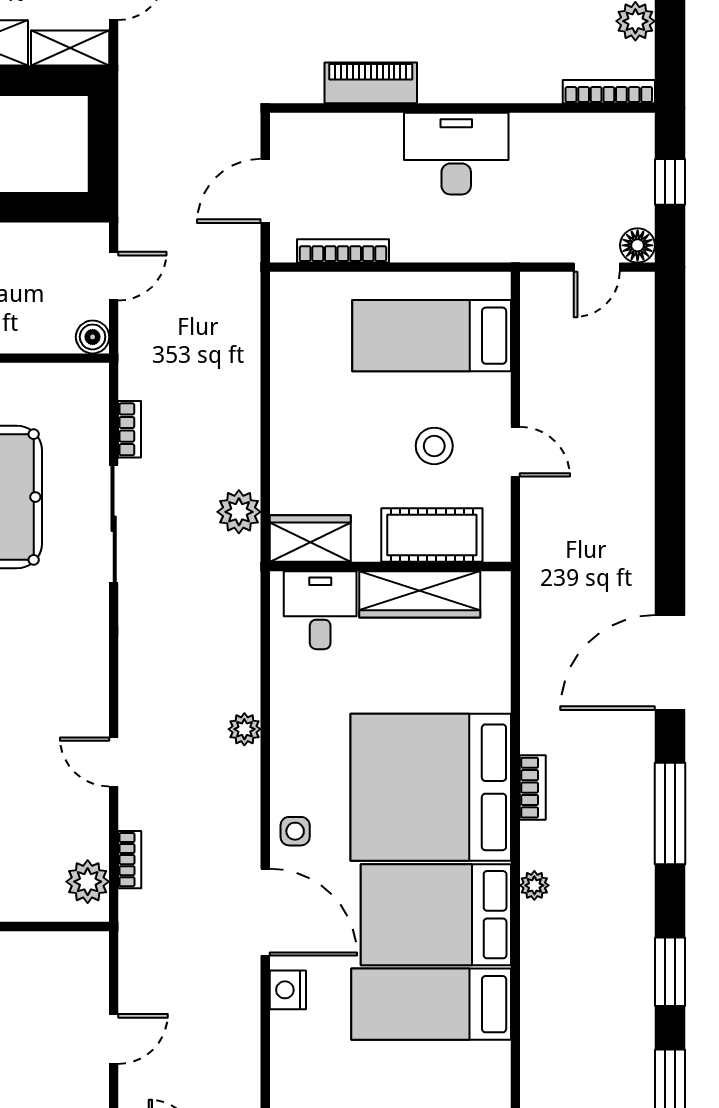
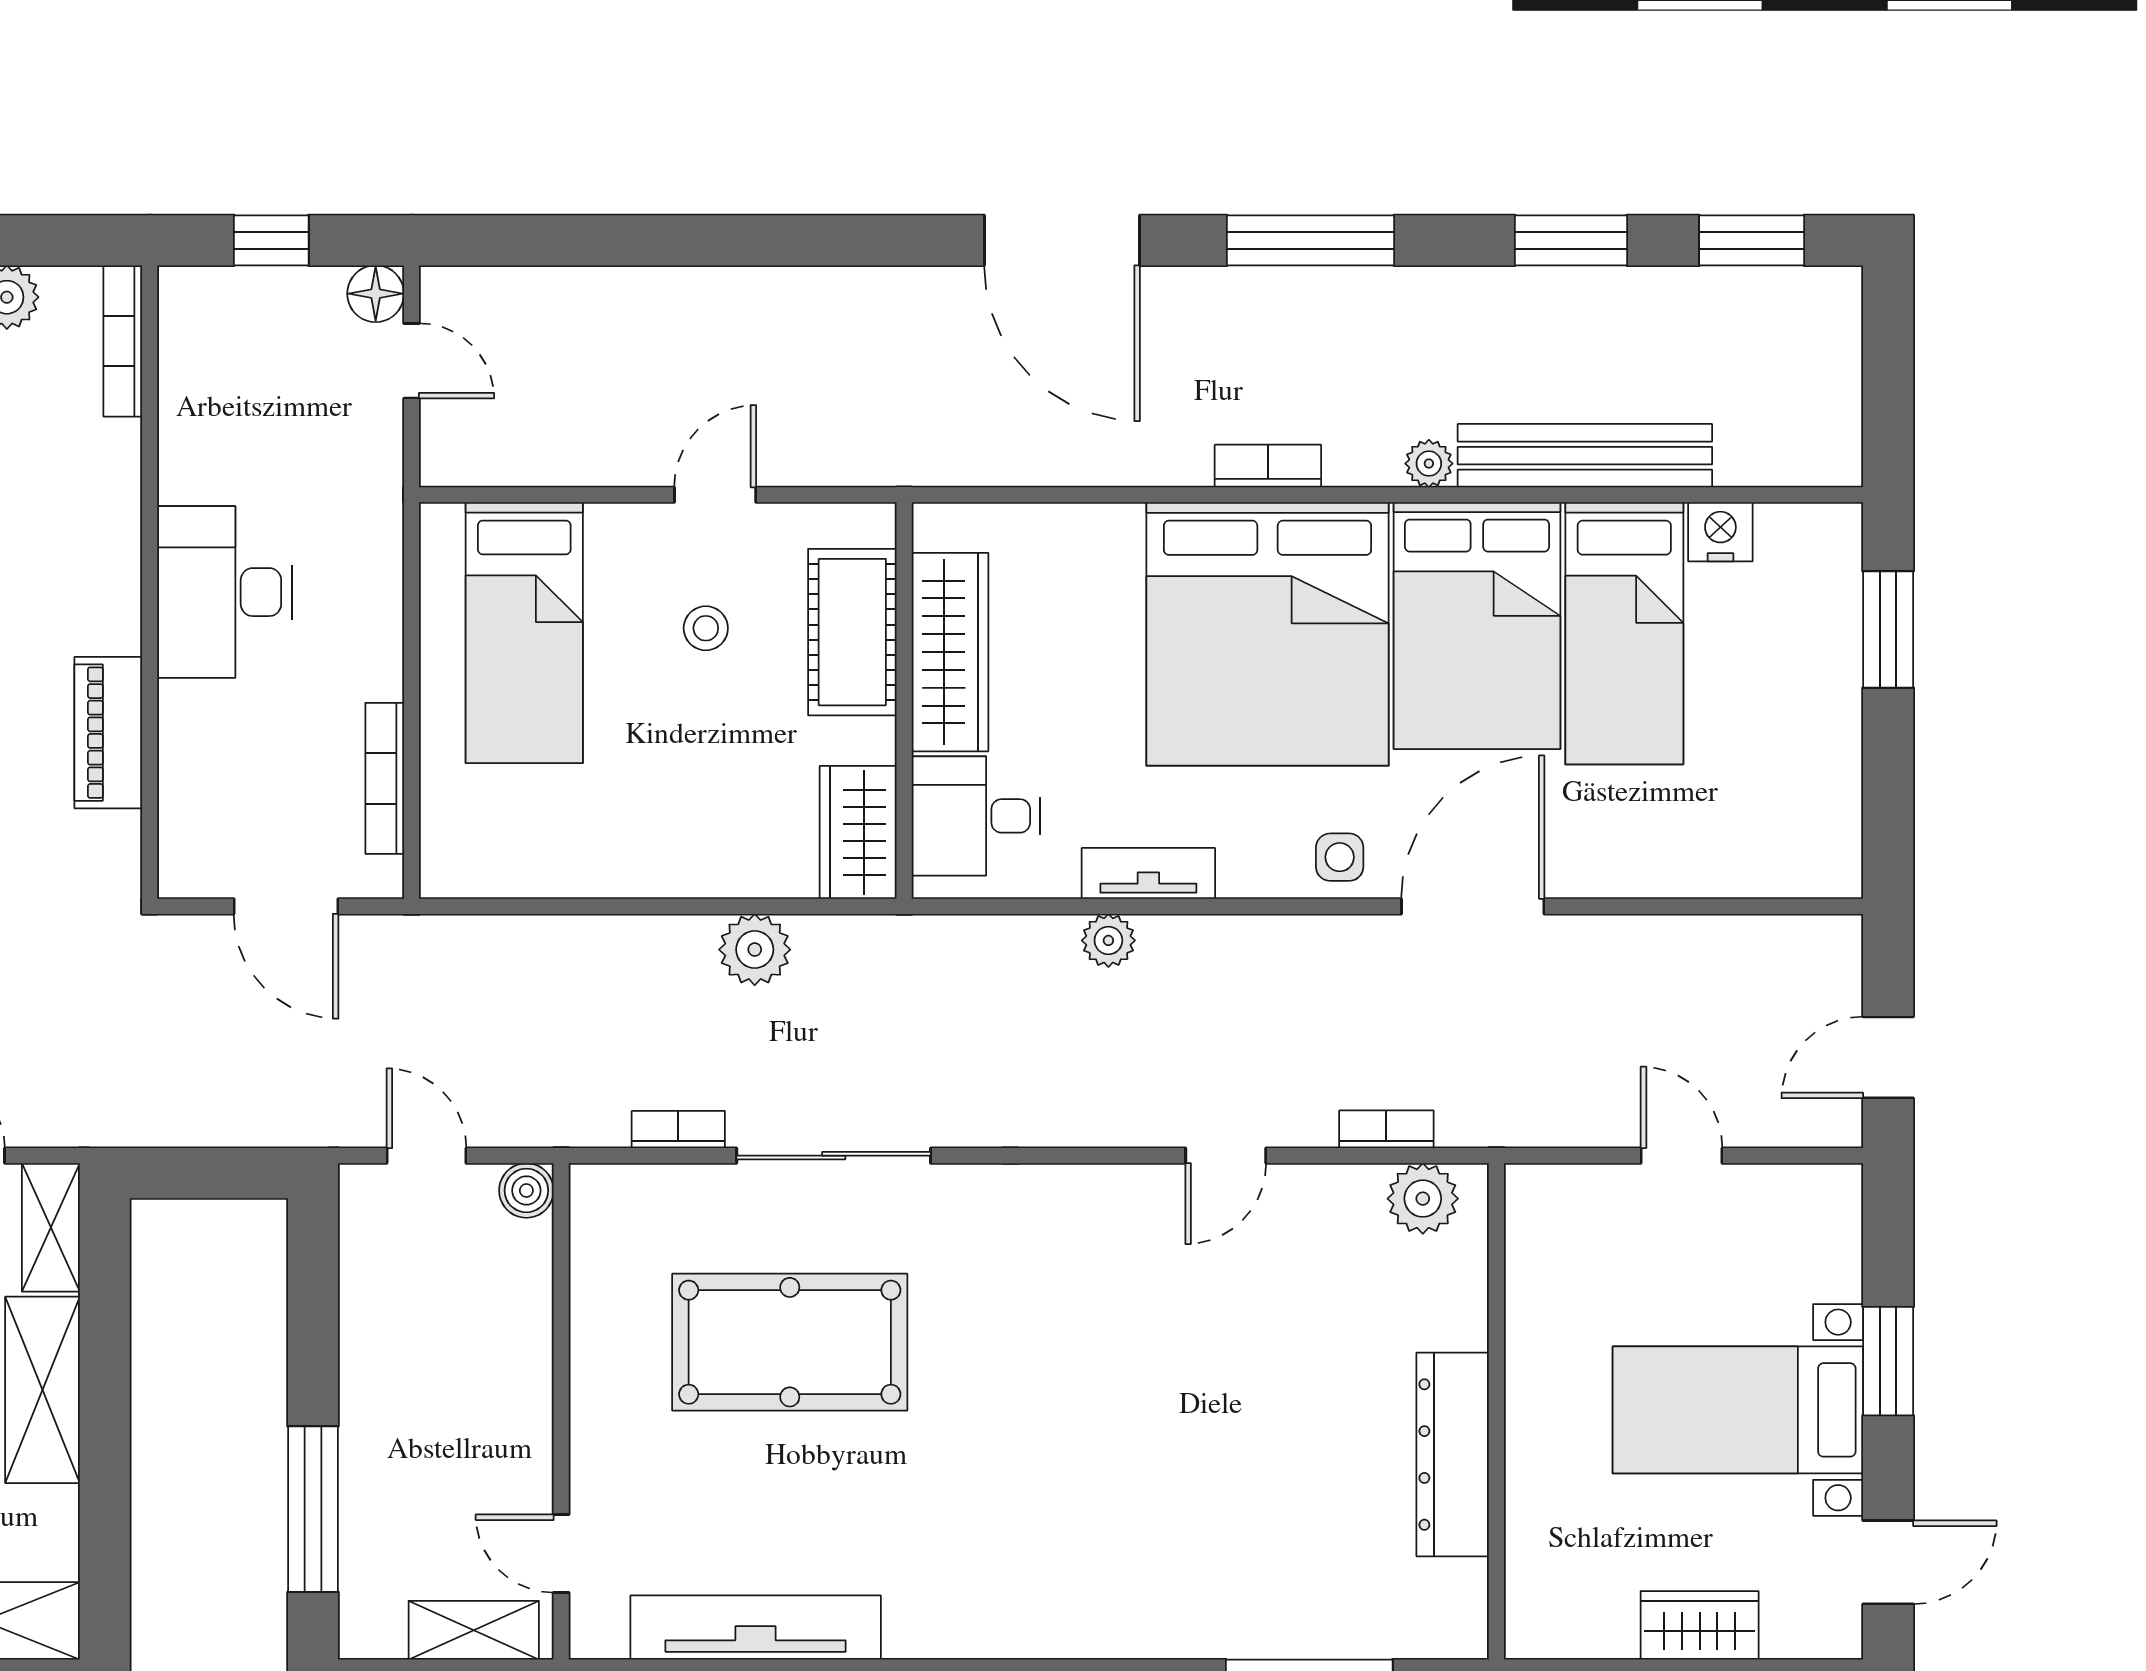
stool: (434, 446) -> (706, 628), width x0.73, depth x0.73
plant: (239, 512) -> (755, 950), moved
tv unit: (285, 715) -> (1148, 873), added
plant: (244, 729) -> (1108, 940), moved
bench: (539, 980) -> (1585, 456), added
nightstand: (288, 990) -> (1720, 532), moved, turned 180

